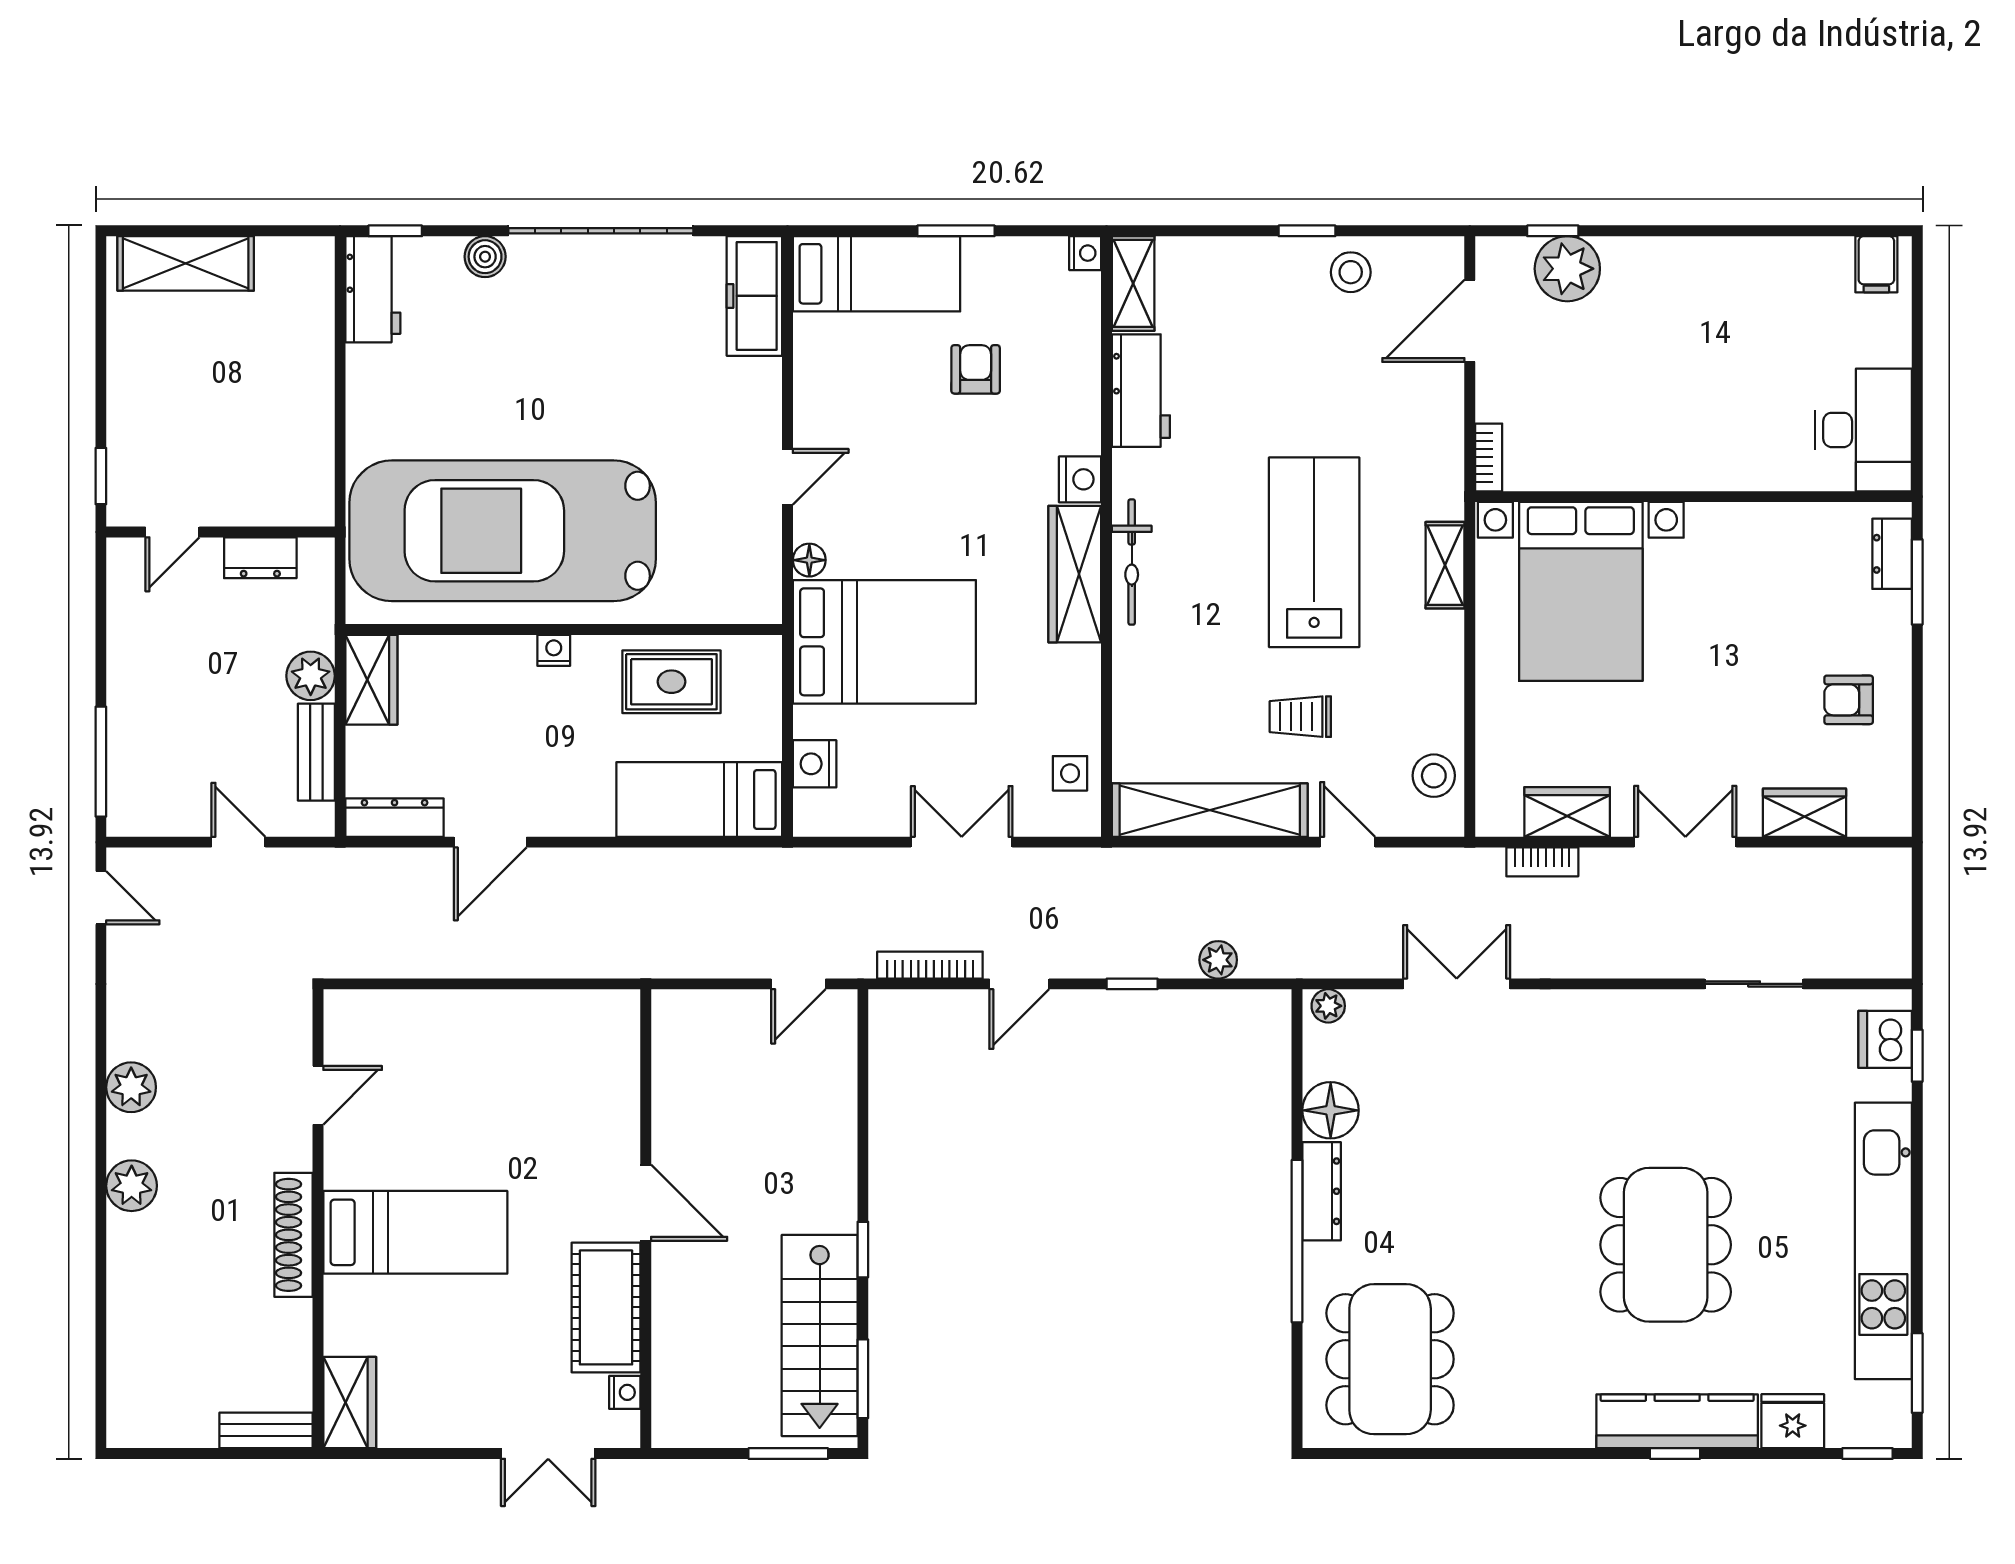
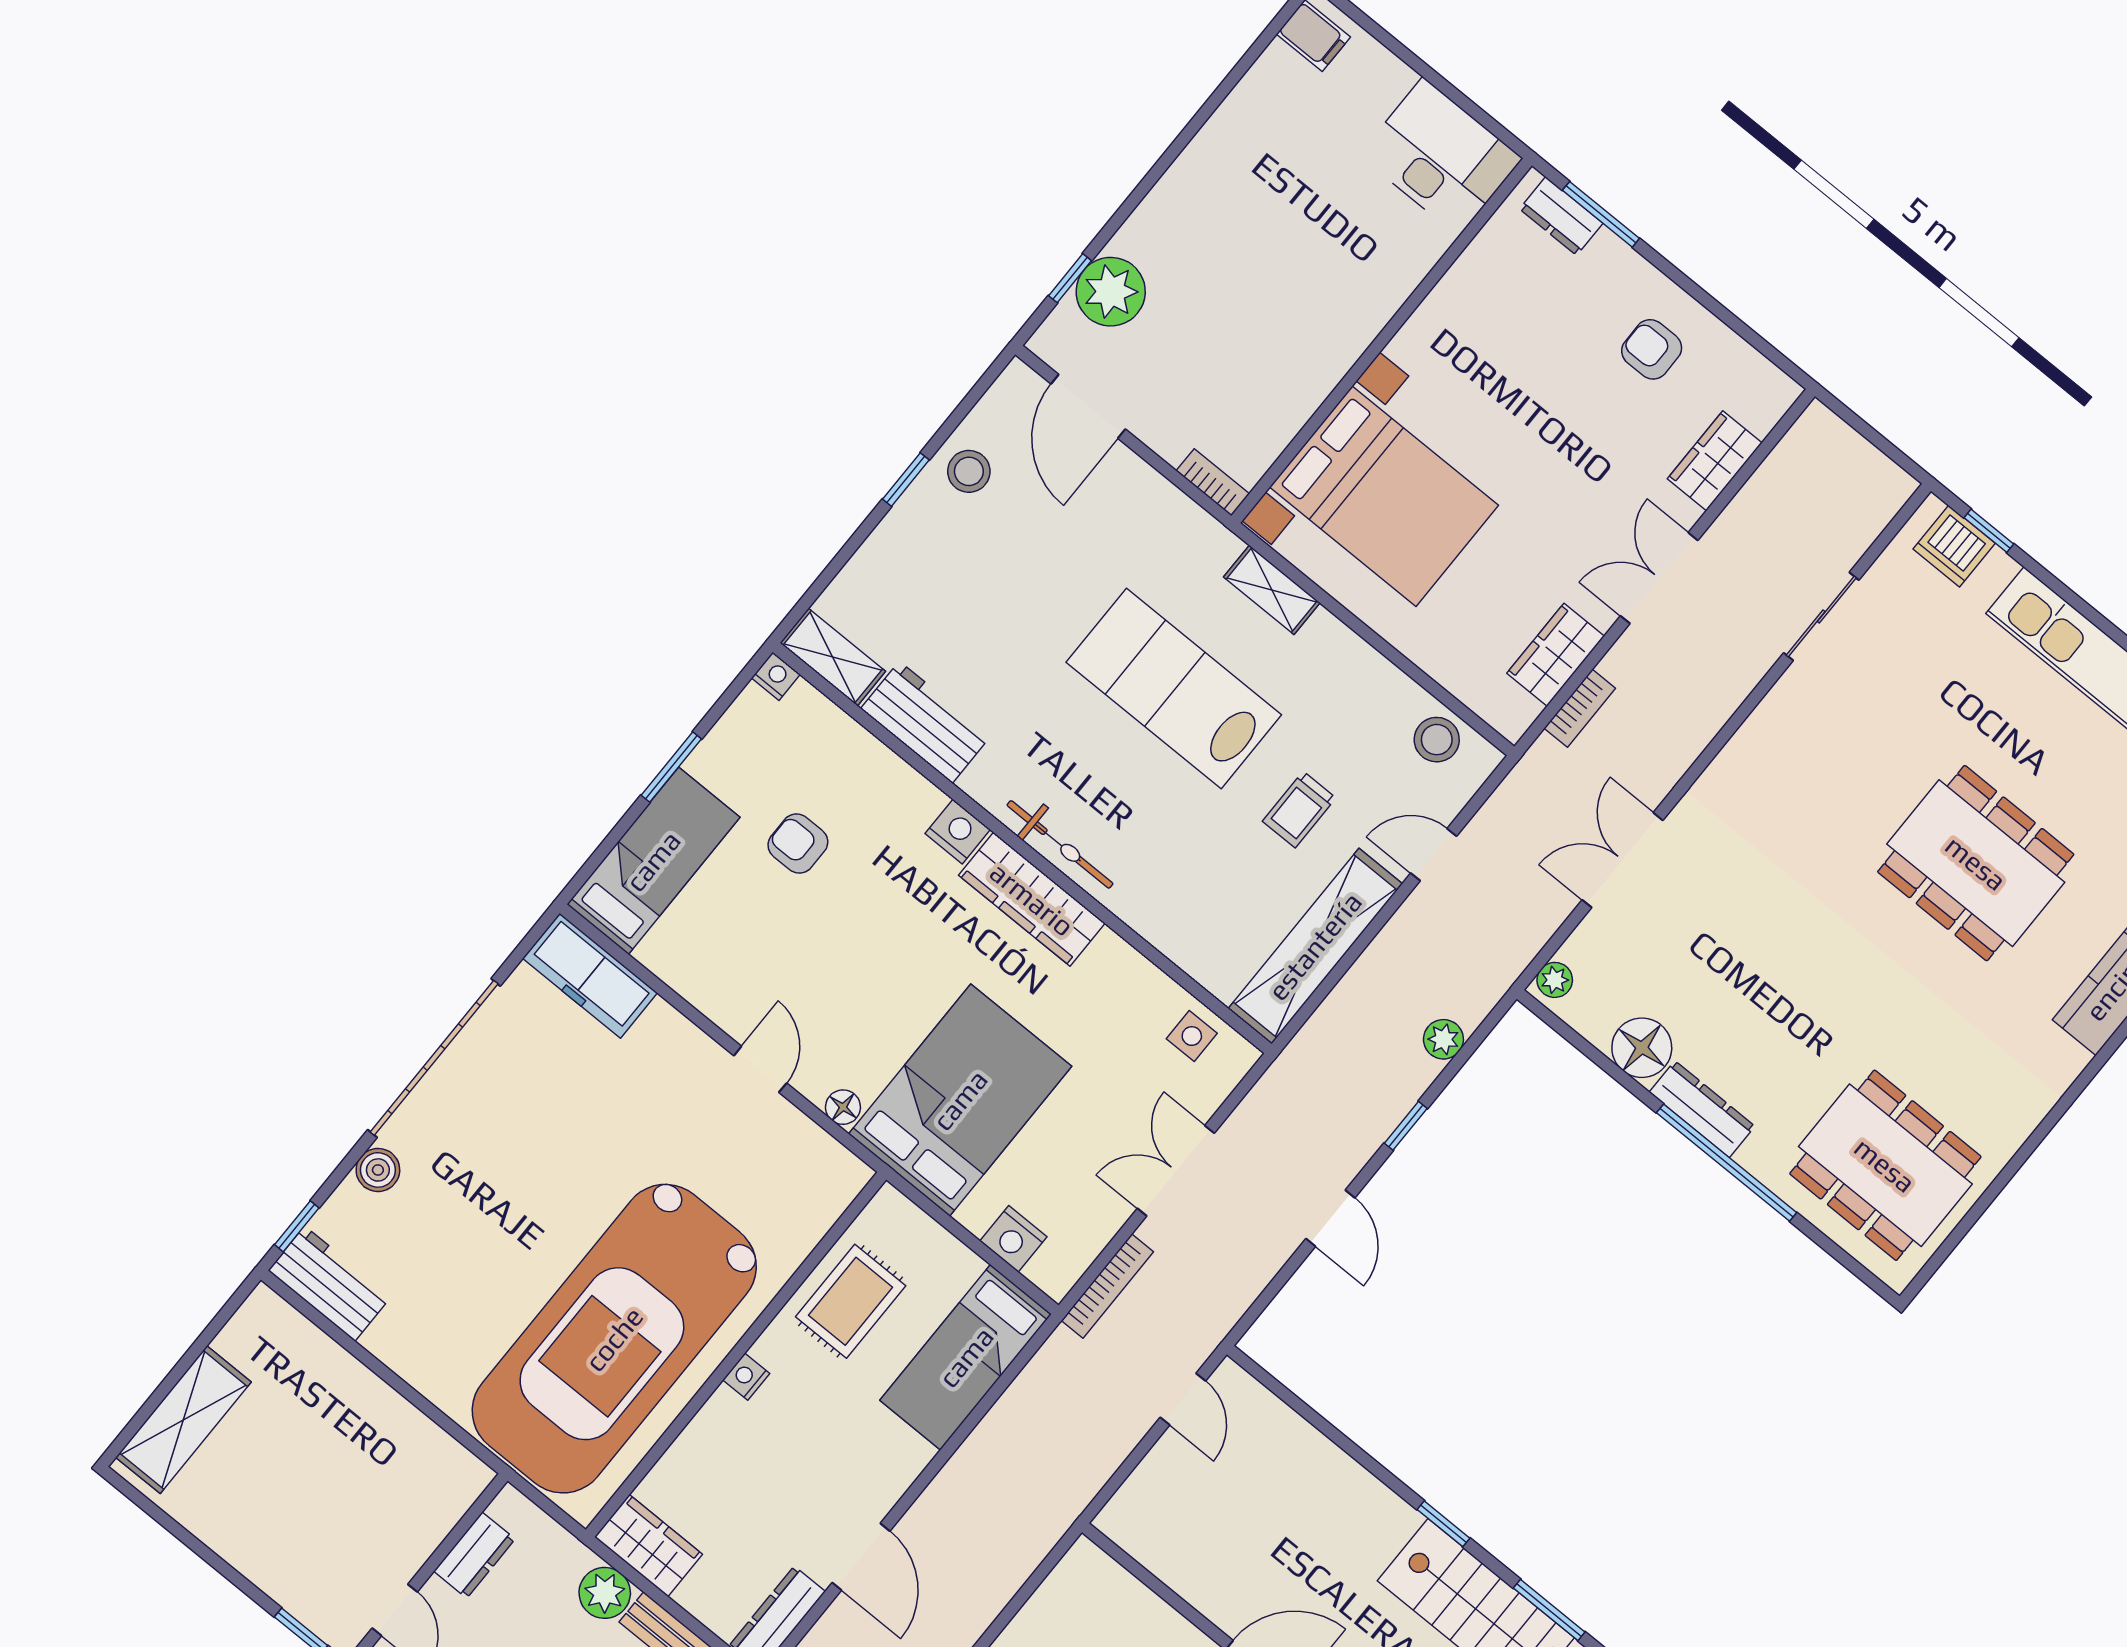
armchair: (1849, 700) -> (1652, 349), turned 90
bookcase: (930, 965) -> (1107, 1286), moved, turned 180

